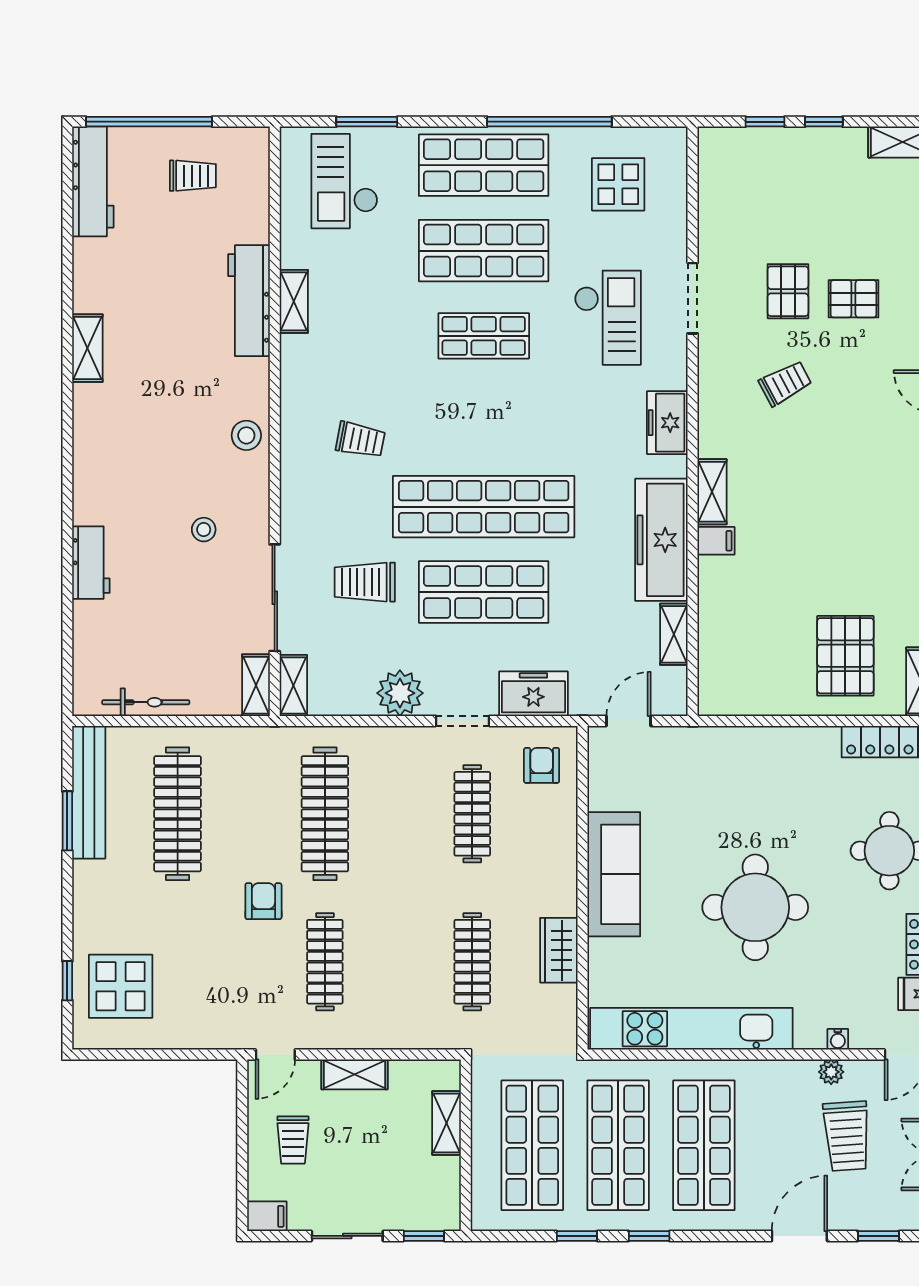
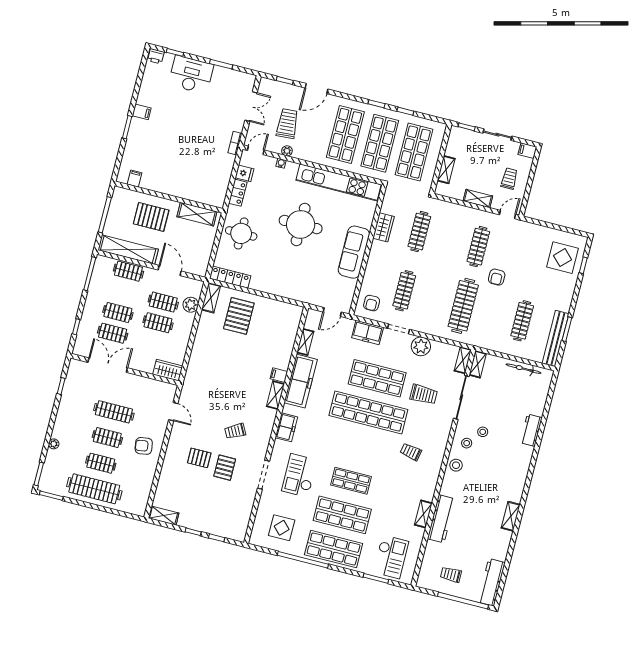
stool: (235, 494) -> (467, 443), added
clothes rail: (178, 814) -> (522, 321), width x0.73, depth x0.76

